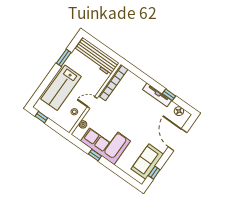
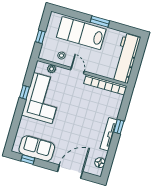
window: (64, 58) -> (100, 22), moved
window: (169, 95) -> (119, 127), moved
window: (41, 117) -> (40, 37), moved

